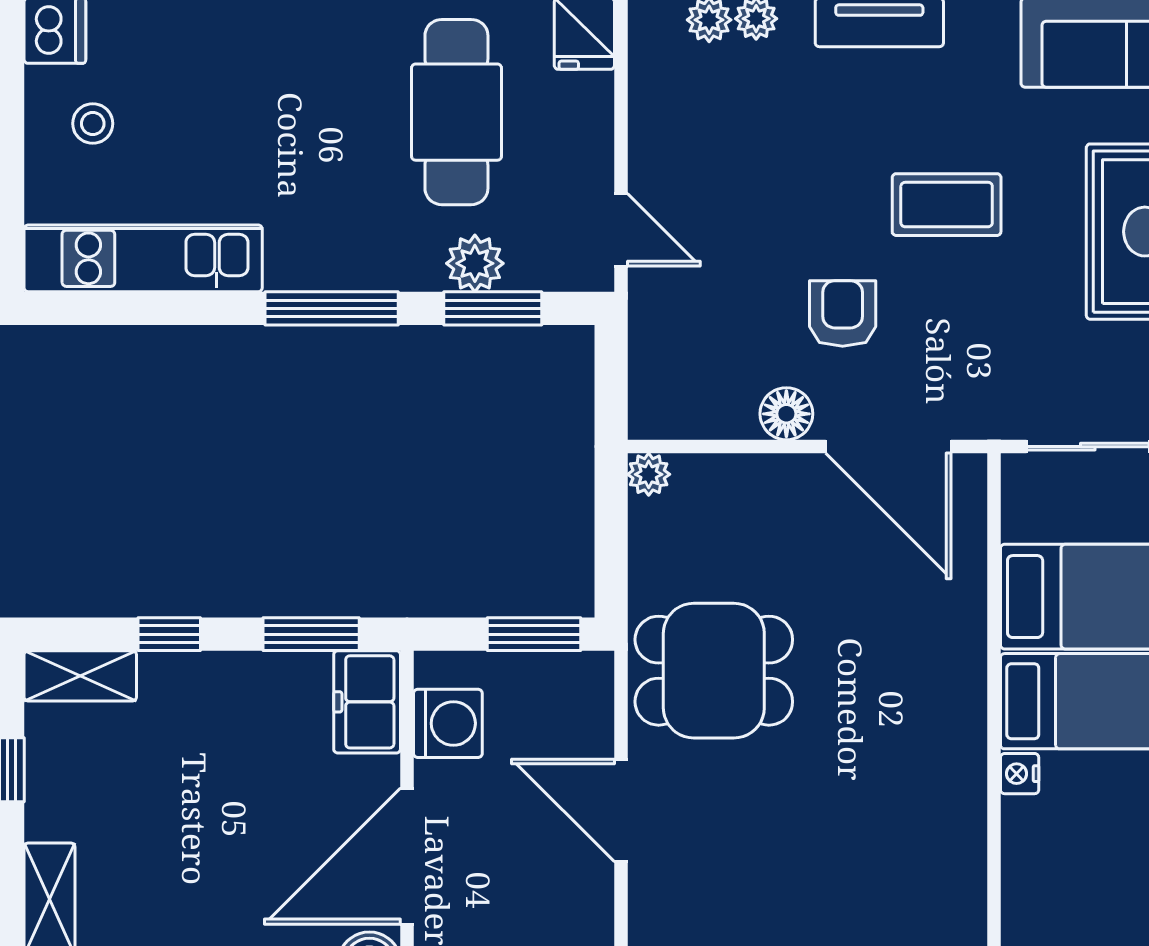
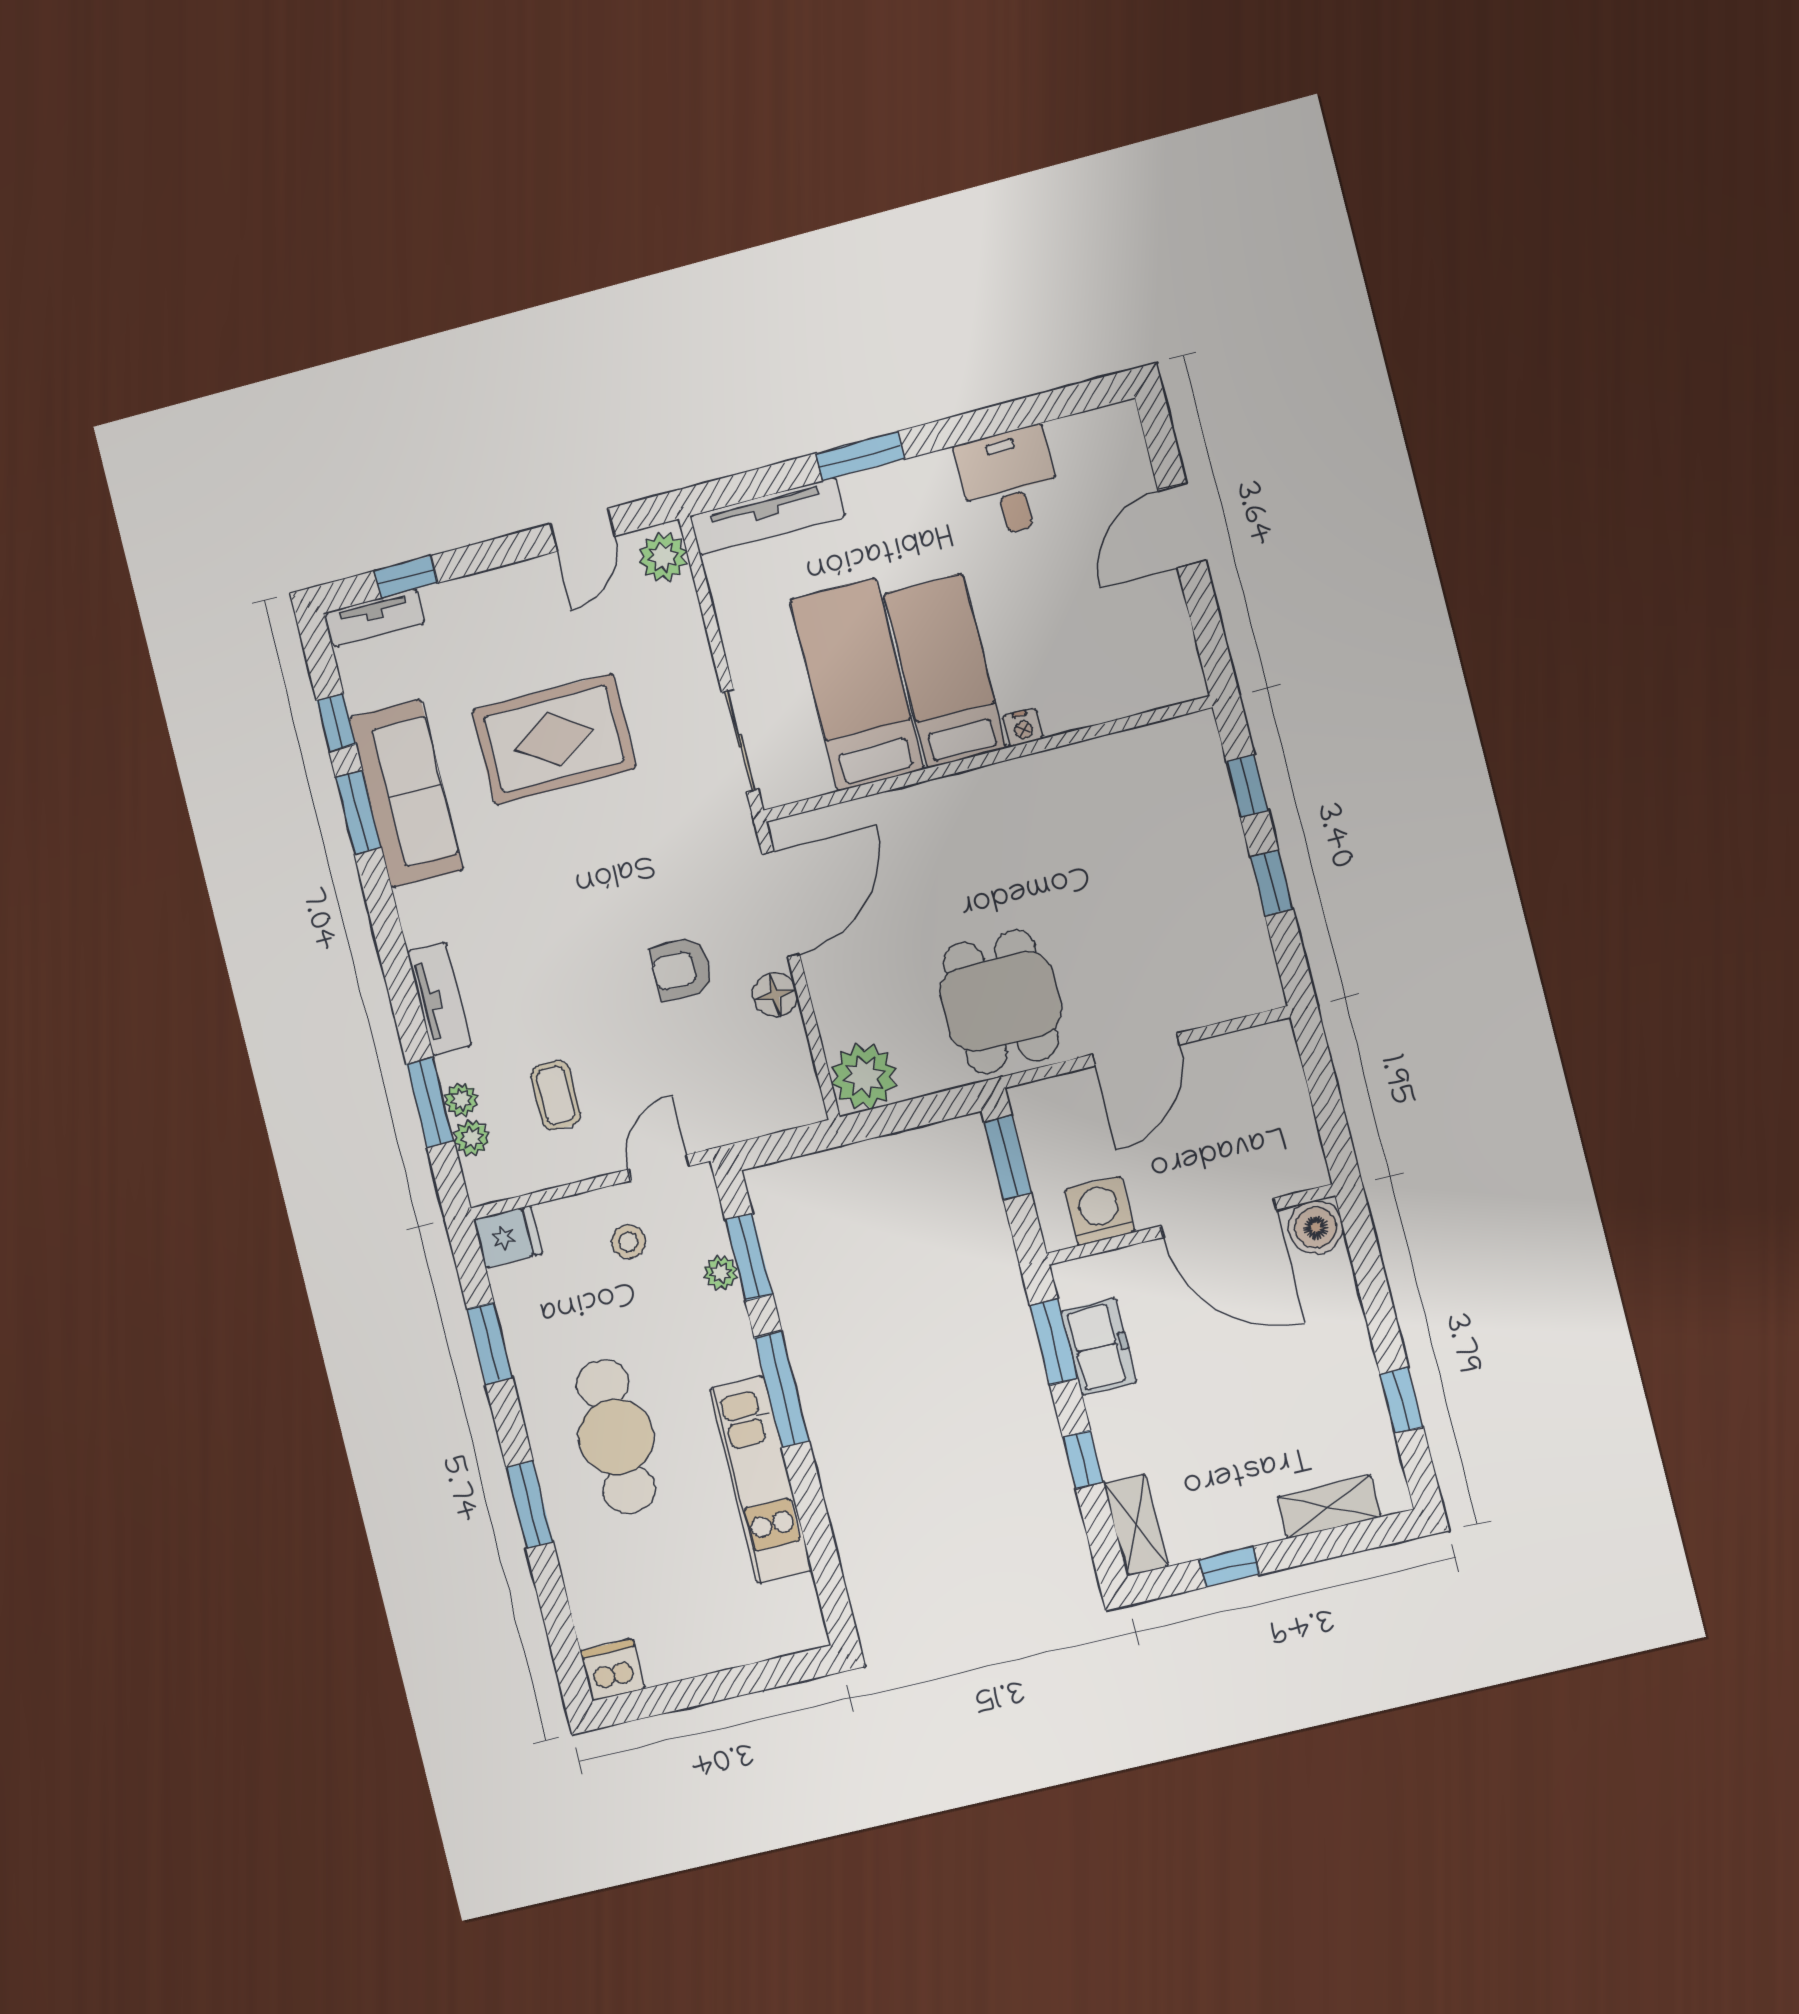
cafe table: (456, 112) -> (616, 1437), moved, turned 90
stool: (93, 124) -> (628, 1242), moved
coffee table: (947, 205) -> (556, 1095), moved, width x0.73, depth x0.77
kitchen unit: (143, 258) -> (761, 1480), moved
plant: (475, 263) -> (721, 1273), width x0.73, depth x0.73
plant: (649, 474) -> (864, 1077), width x1.88, depth x1.88
freezer: (367, 702) -> (1099, 1347), moved, turned -90

